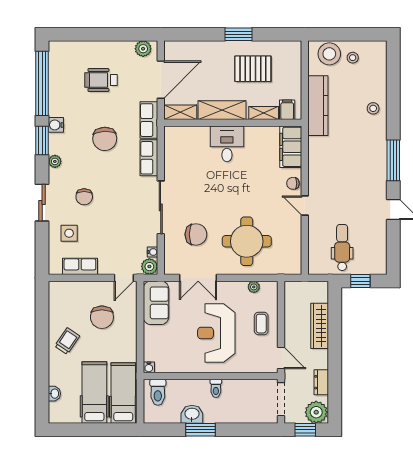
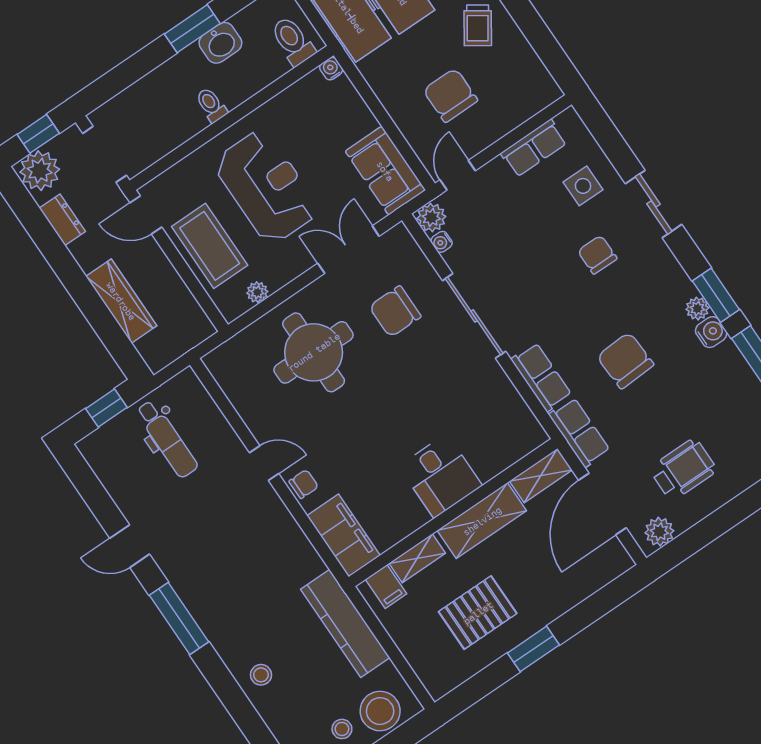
wheelchair: (101, 80) -> (683, 470), moved
plant: (55, 161) -> (697, 309), moved
coffee table: (261, 324) -> (210, 246), width x1.86, depth x1.72

